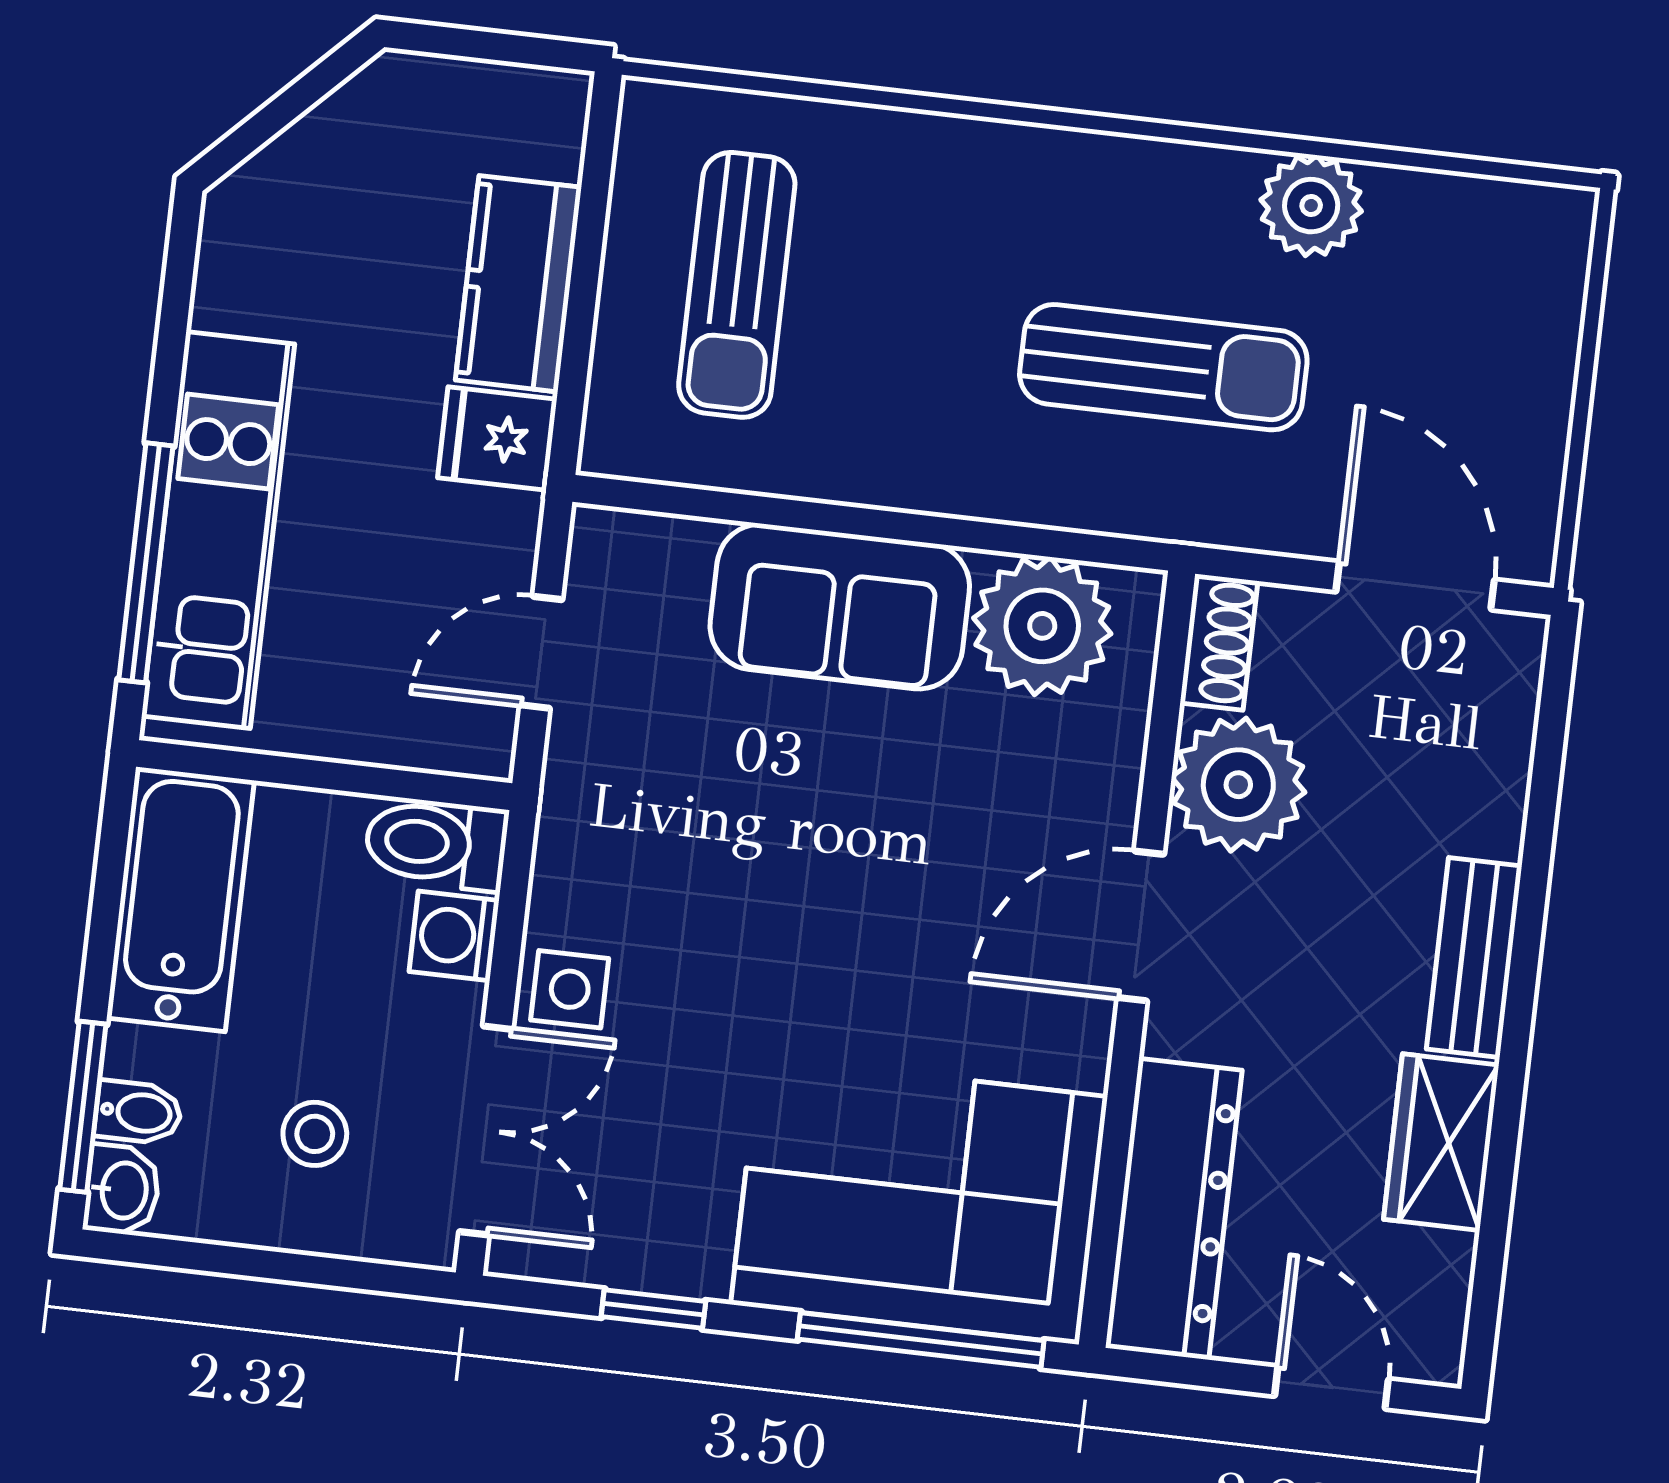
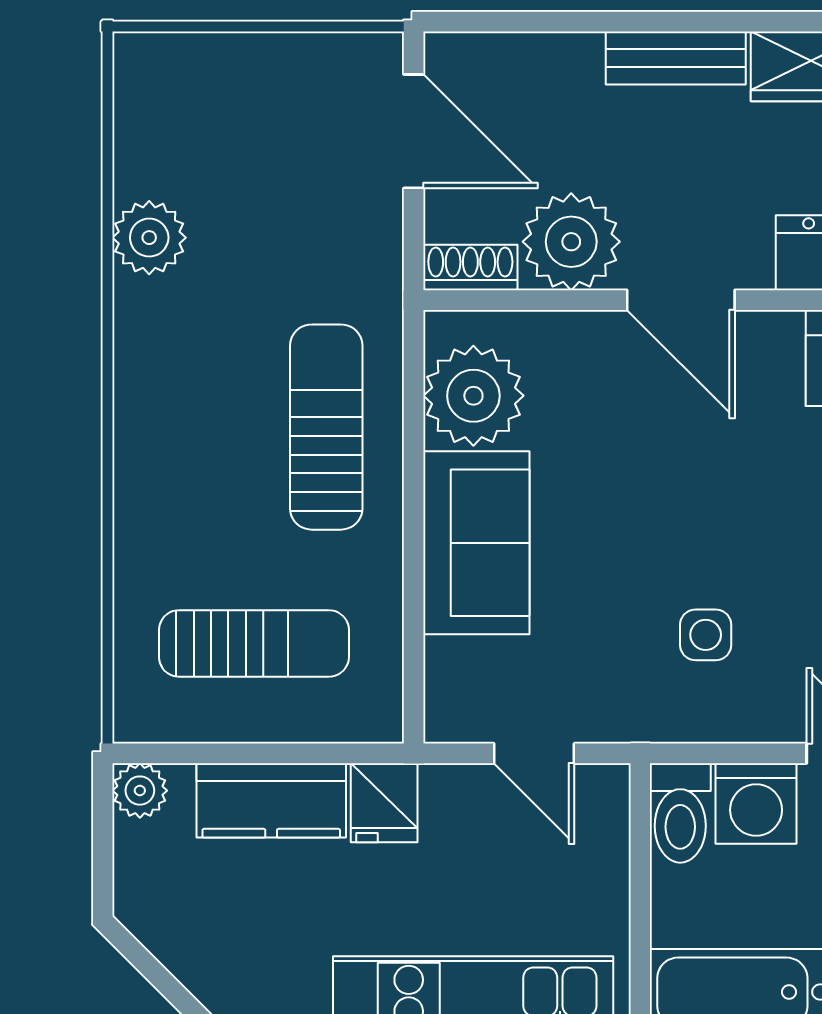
plant: (553, 105) -> (140, 791), added
sun lounger: (1163, 367) -> (326, 427), moved
door: (1415, 586) -> (414, 131), swing flipped
washing machine: (454, 936) -> (756, 804), width x1.38, depth x1.38
side table: (570, 989) -> (706, 635), moved

